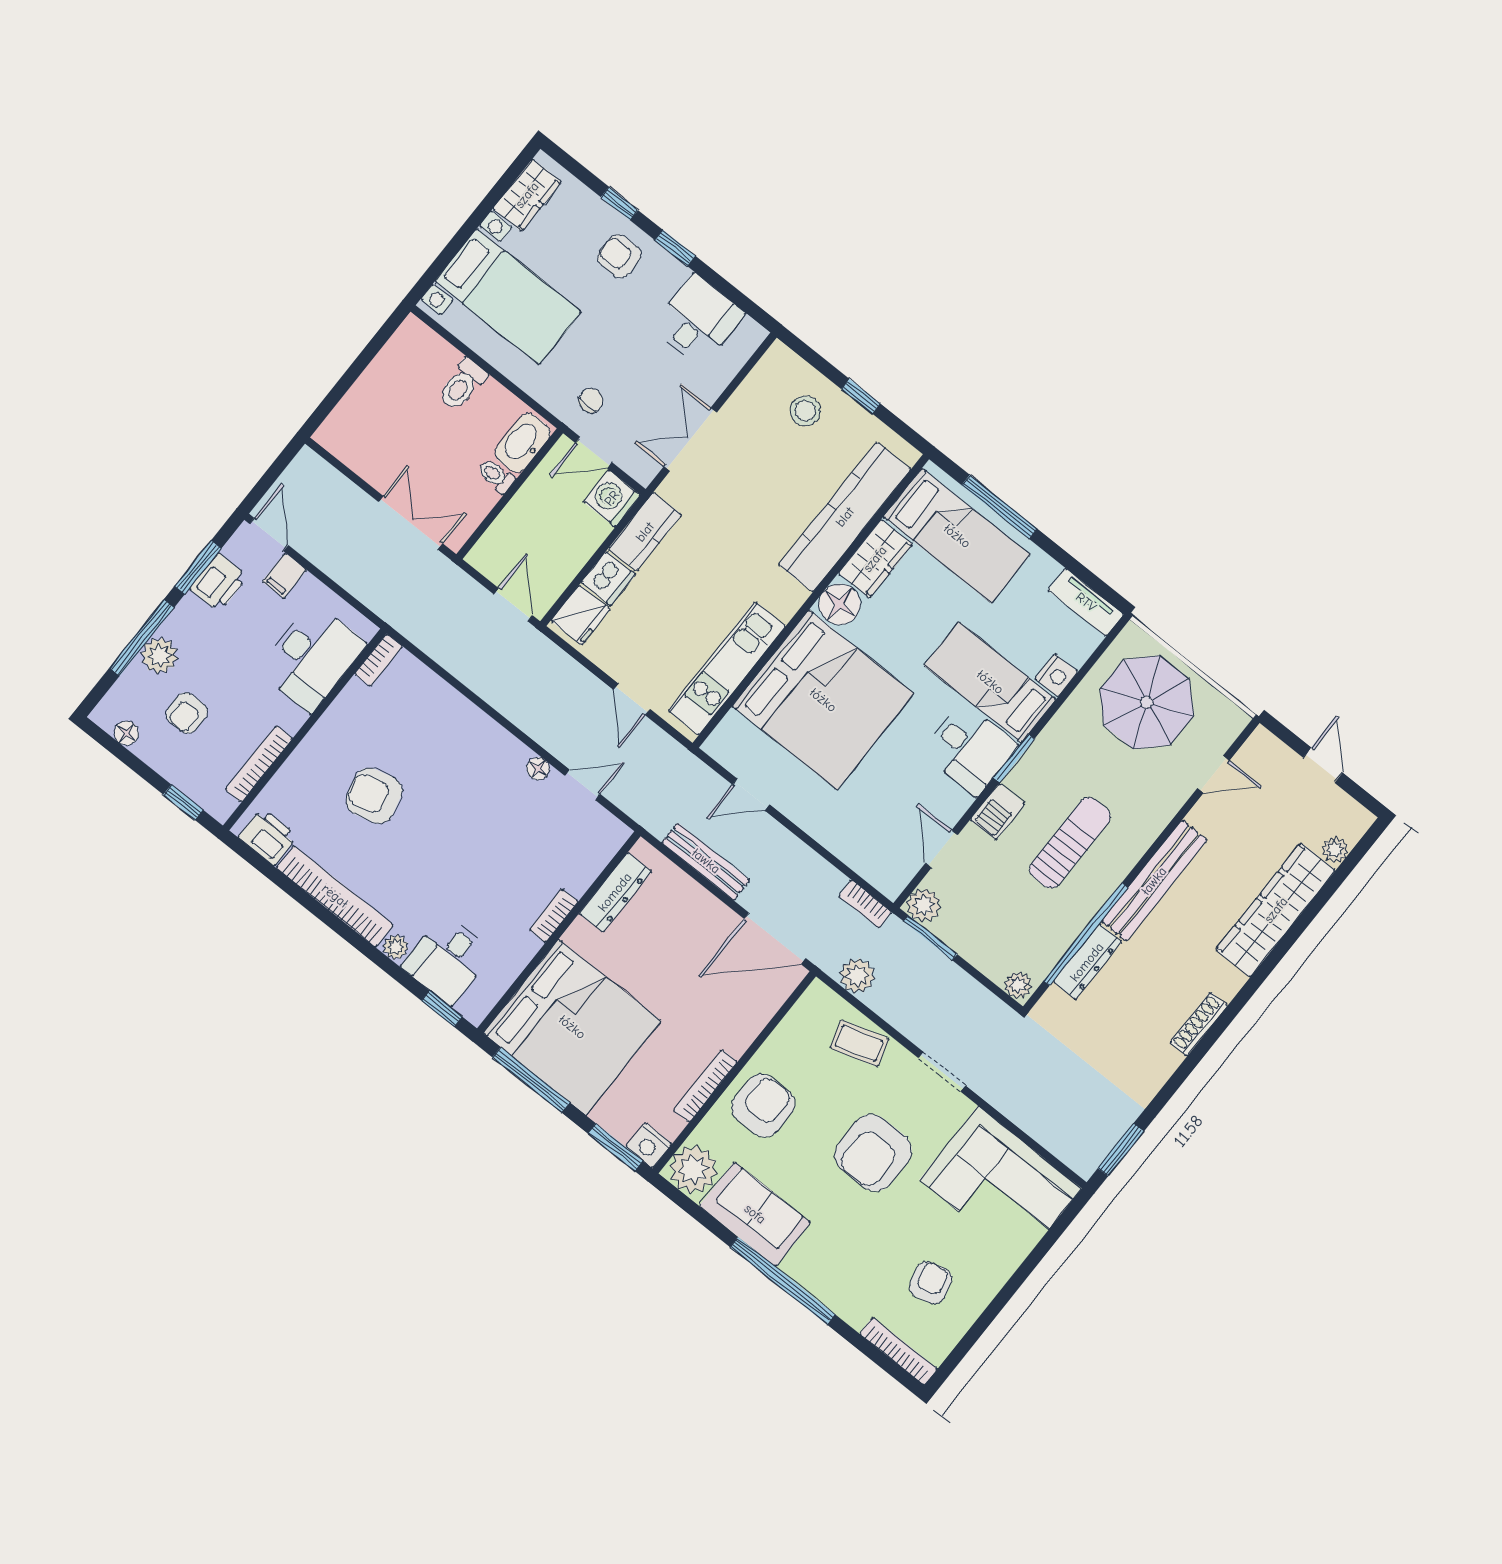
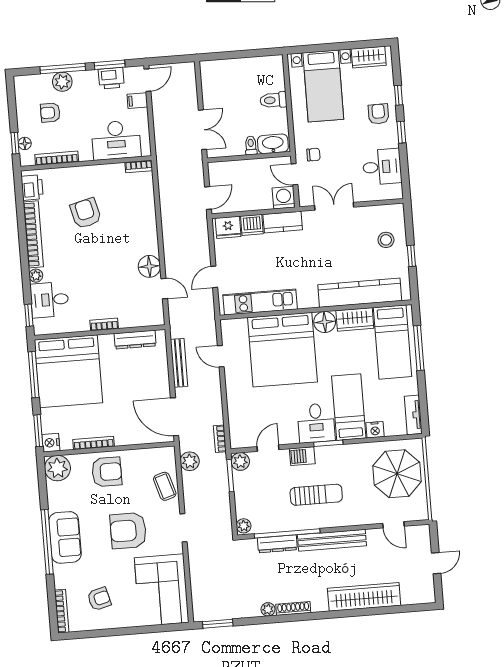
floor lamp: (126, 733) -> (25, 143), moved
floor lamp: (538, 769) -> (149, 266), width x1.89, depth x1.89
plant: (1335, 850) -> (268, 609), moved
sofa: (755, 1214) -> (65, 537), moved

